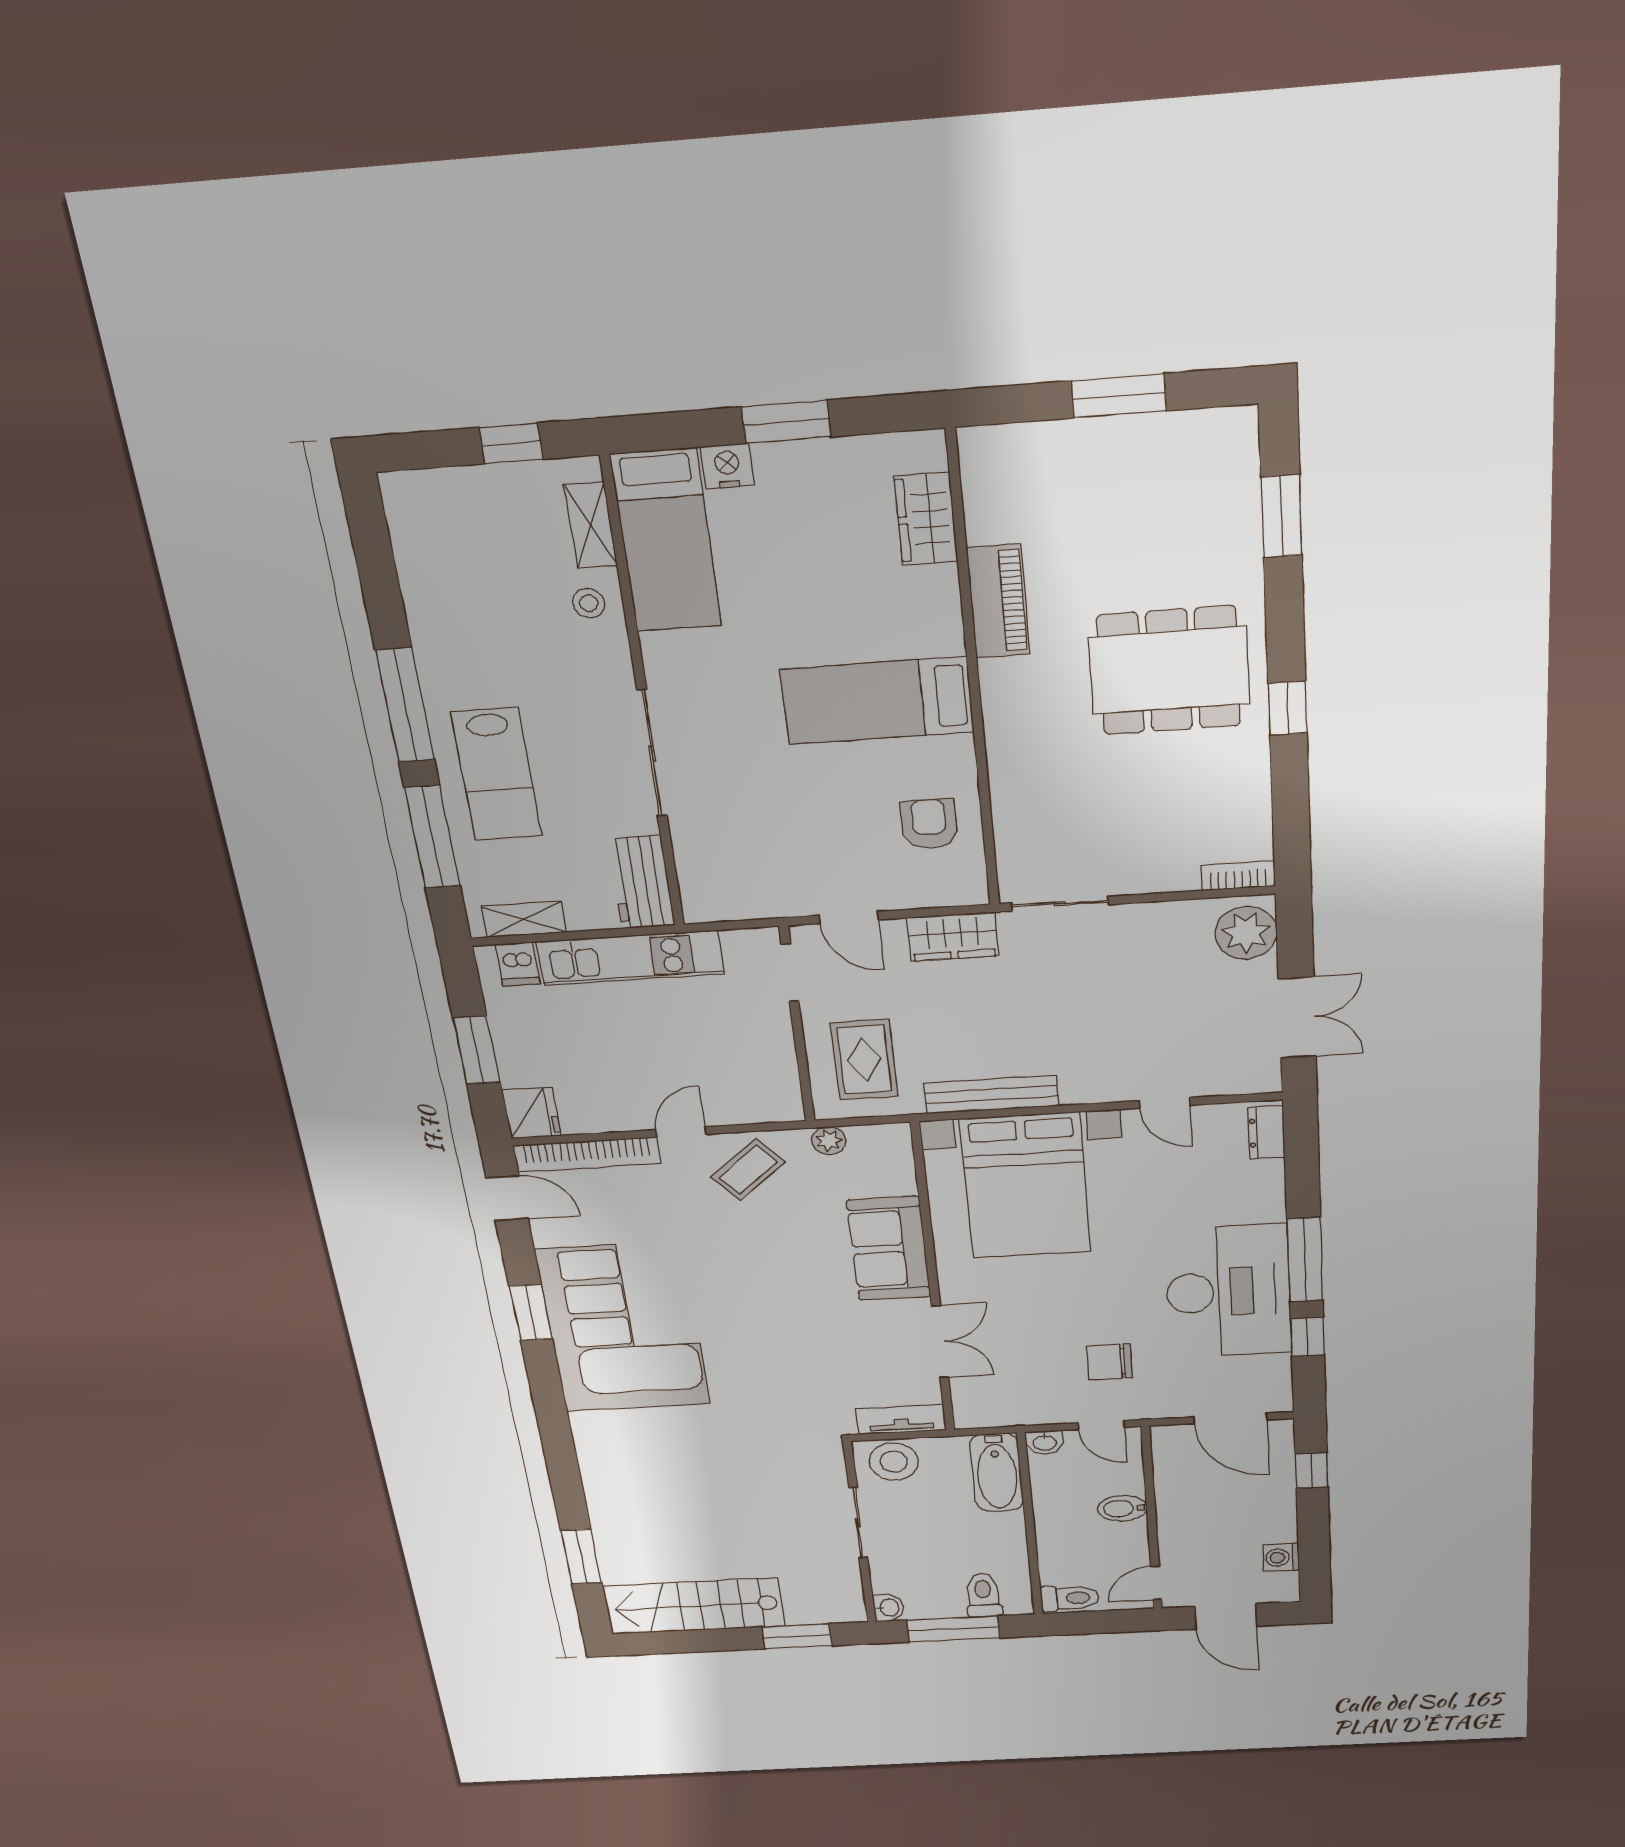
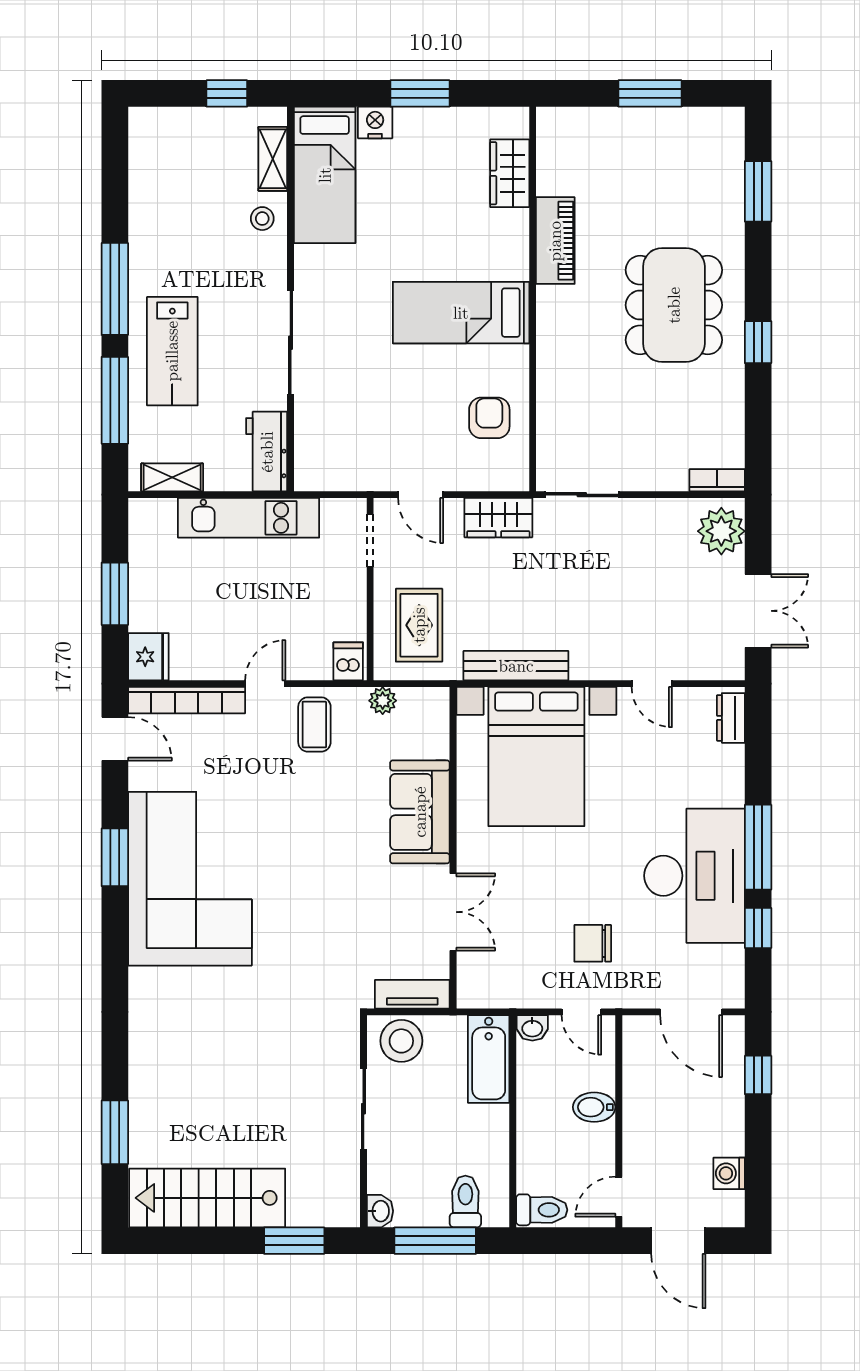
dining table: (1169, 671) -> (674, 305), turned 90
dishwasher: (518, 964) -> (348, 661), moved, turned 180
coffee table: (748, 1170) -> (314, 724), turned -49

